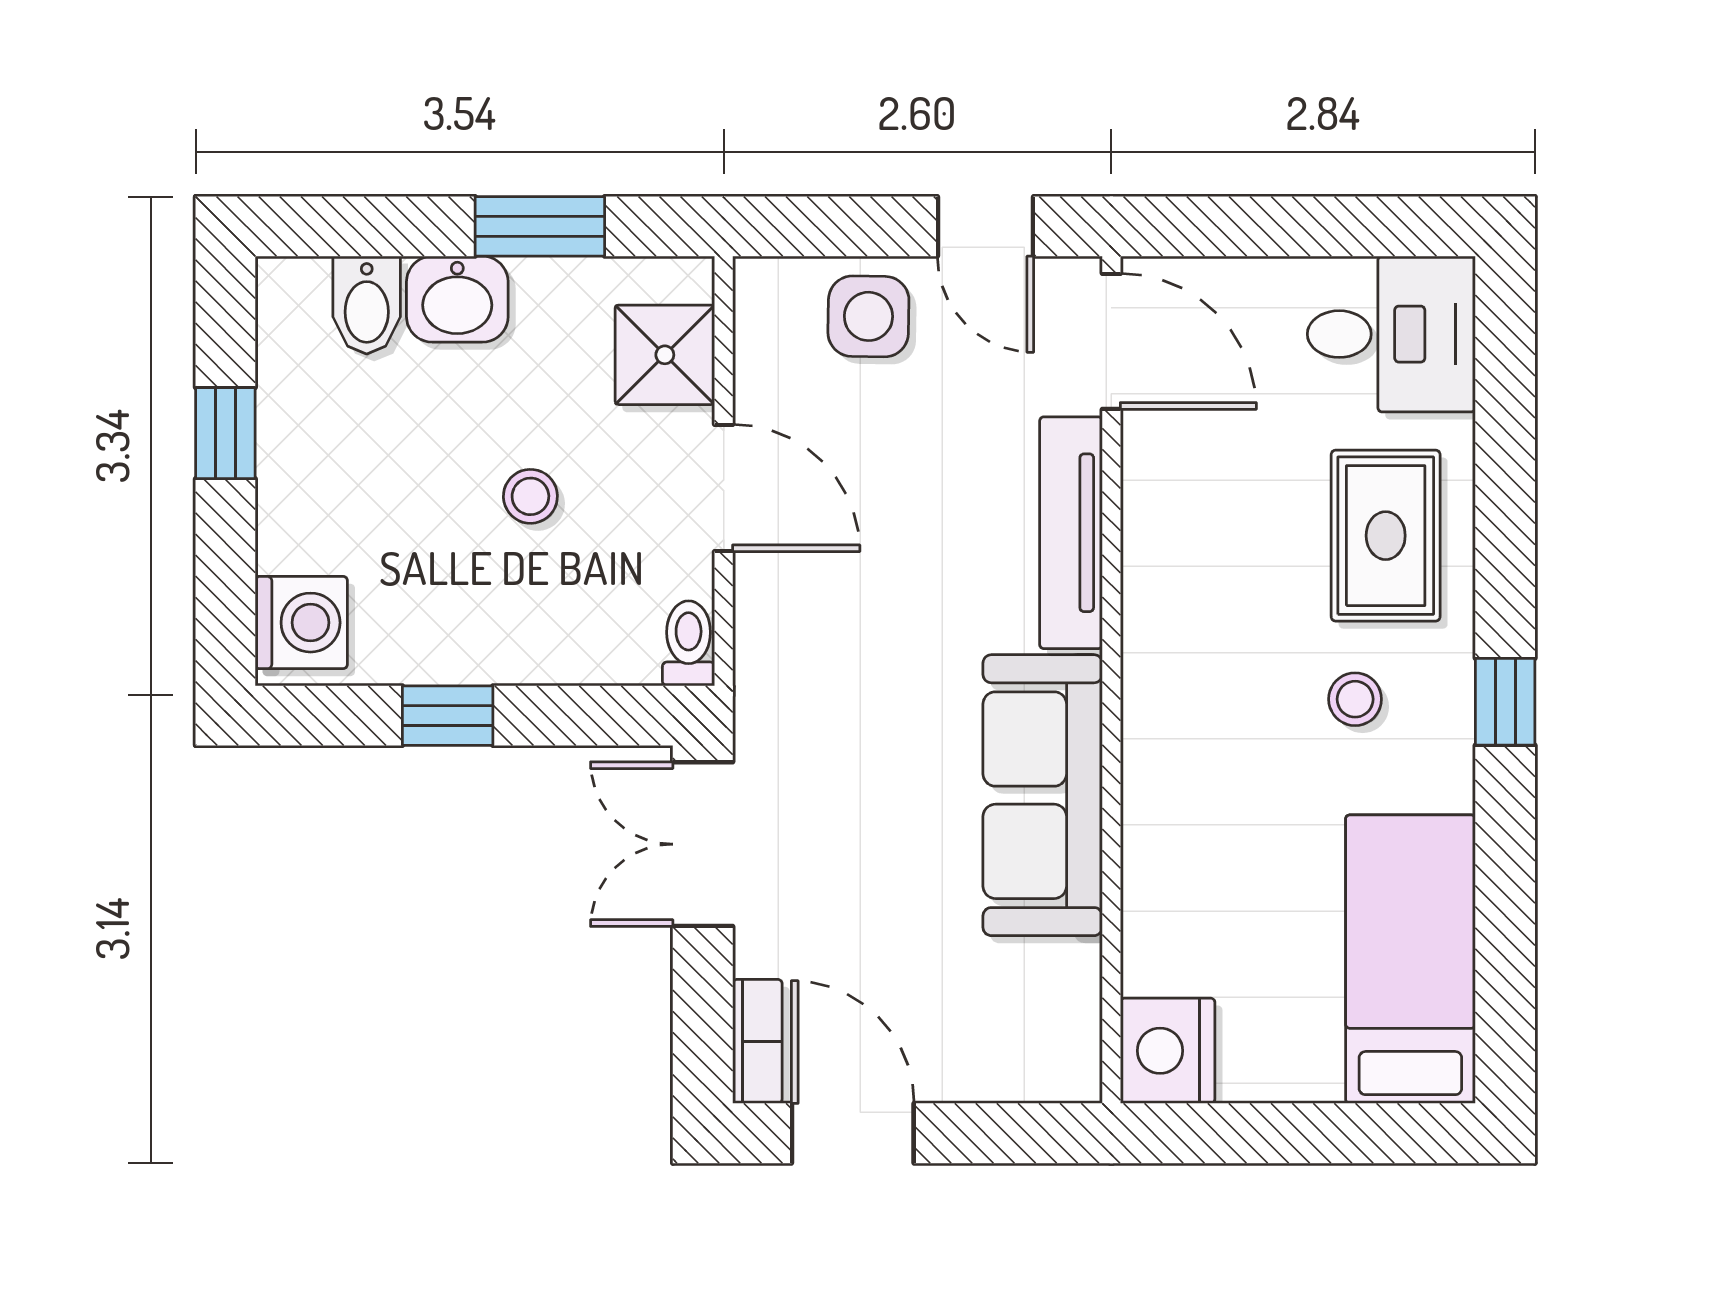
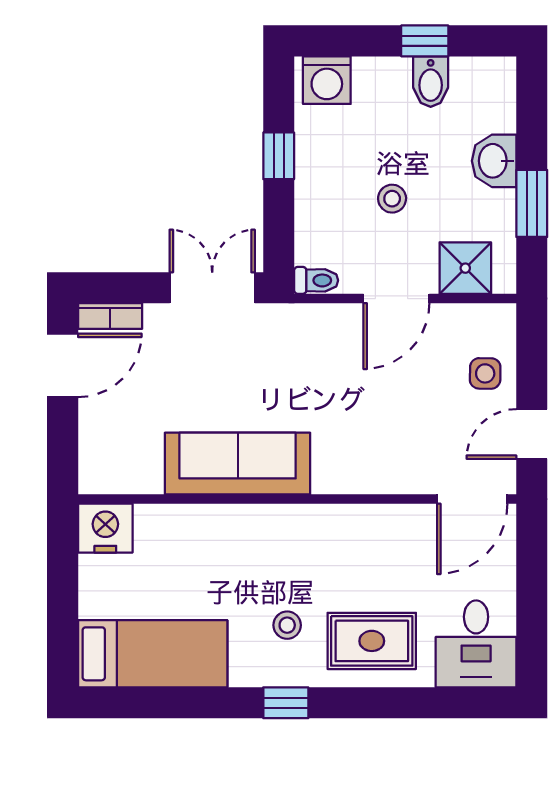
bidet: (367, 305) -> (431, 82), moved, turned -90
side table: (868, 316) -> (485, 373), width x0.73, depth x0.73
tv unit: (1071, 533) -> (373, 478), removed

